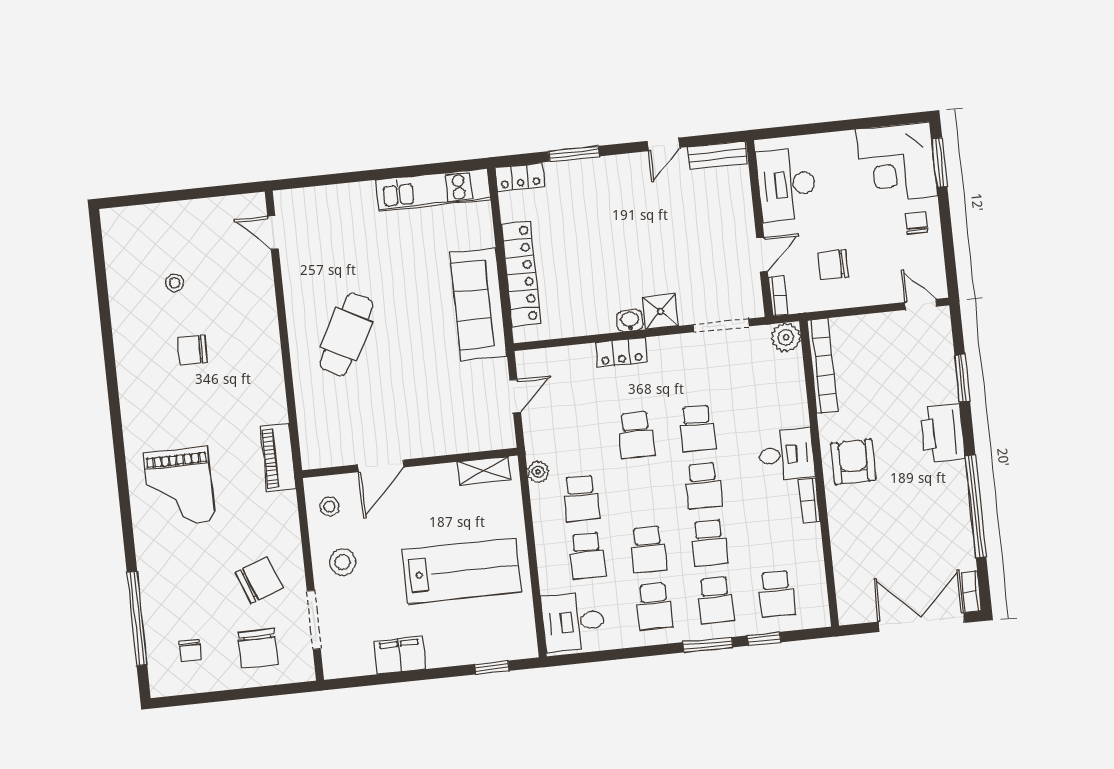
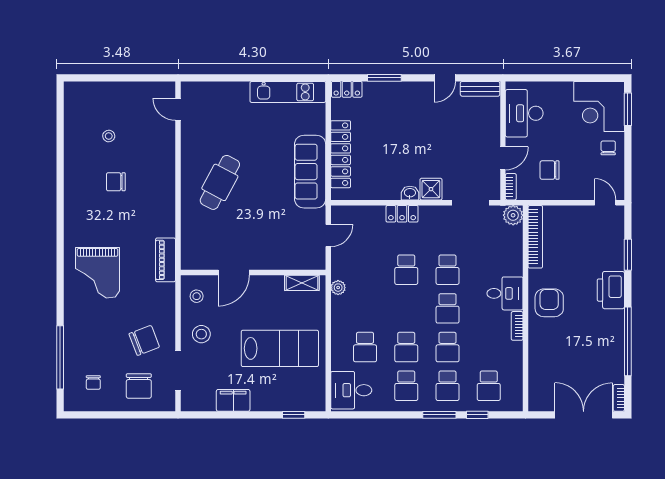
school desk: (581, 498) -> (365, 308), removed

